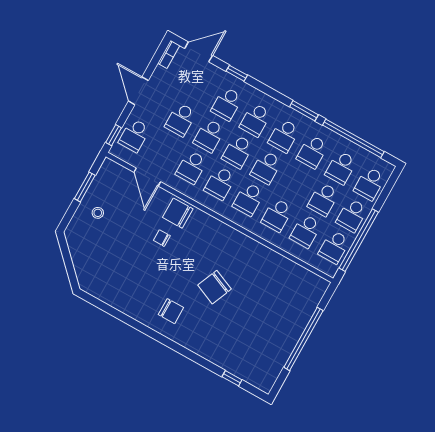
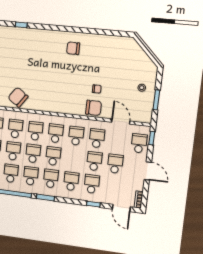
door: (199, 52) -> (121, 208), hinge flipped
school desk: (238, 151) -> (33, 154), moved
chair: (215, 287) -> (18, 97), moved, turned -78

